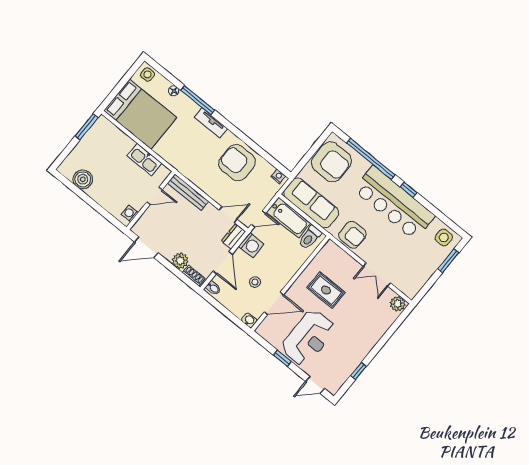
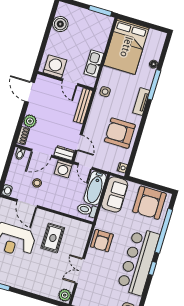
side table: (148, 75) -> (105, 92), moved
armchair: (237, 163) -> (120, 133), turned -90
sofa: (311, 203) -> (115, 194), width x0.73
washing machine: (130, 213) -> (55, 66), width x1.89, depth x1.89

